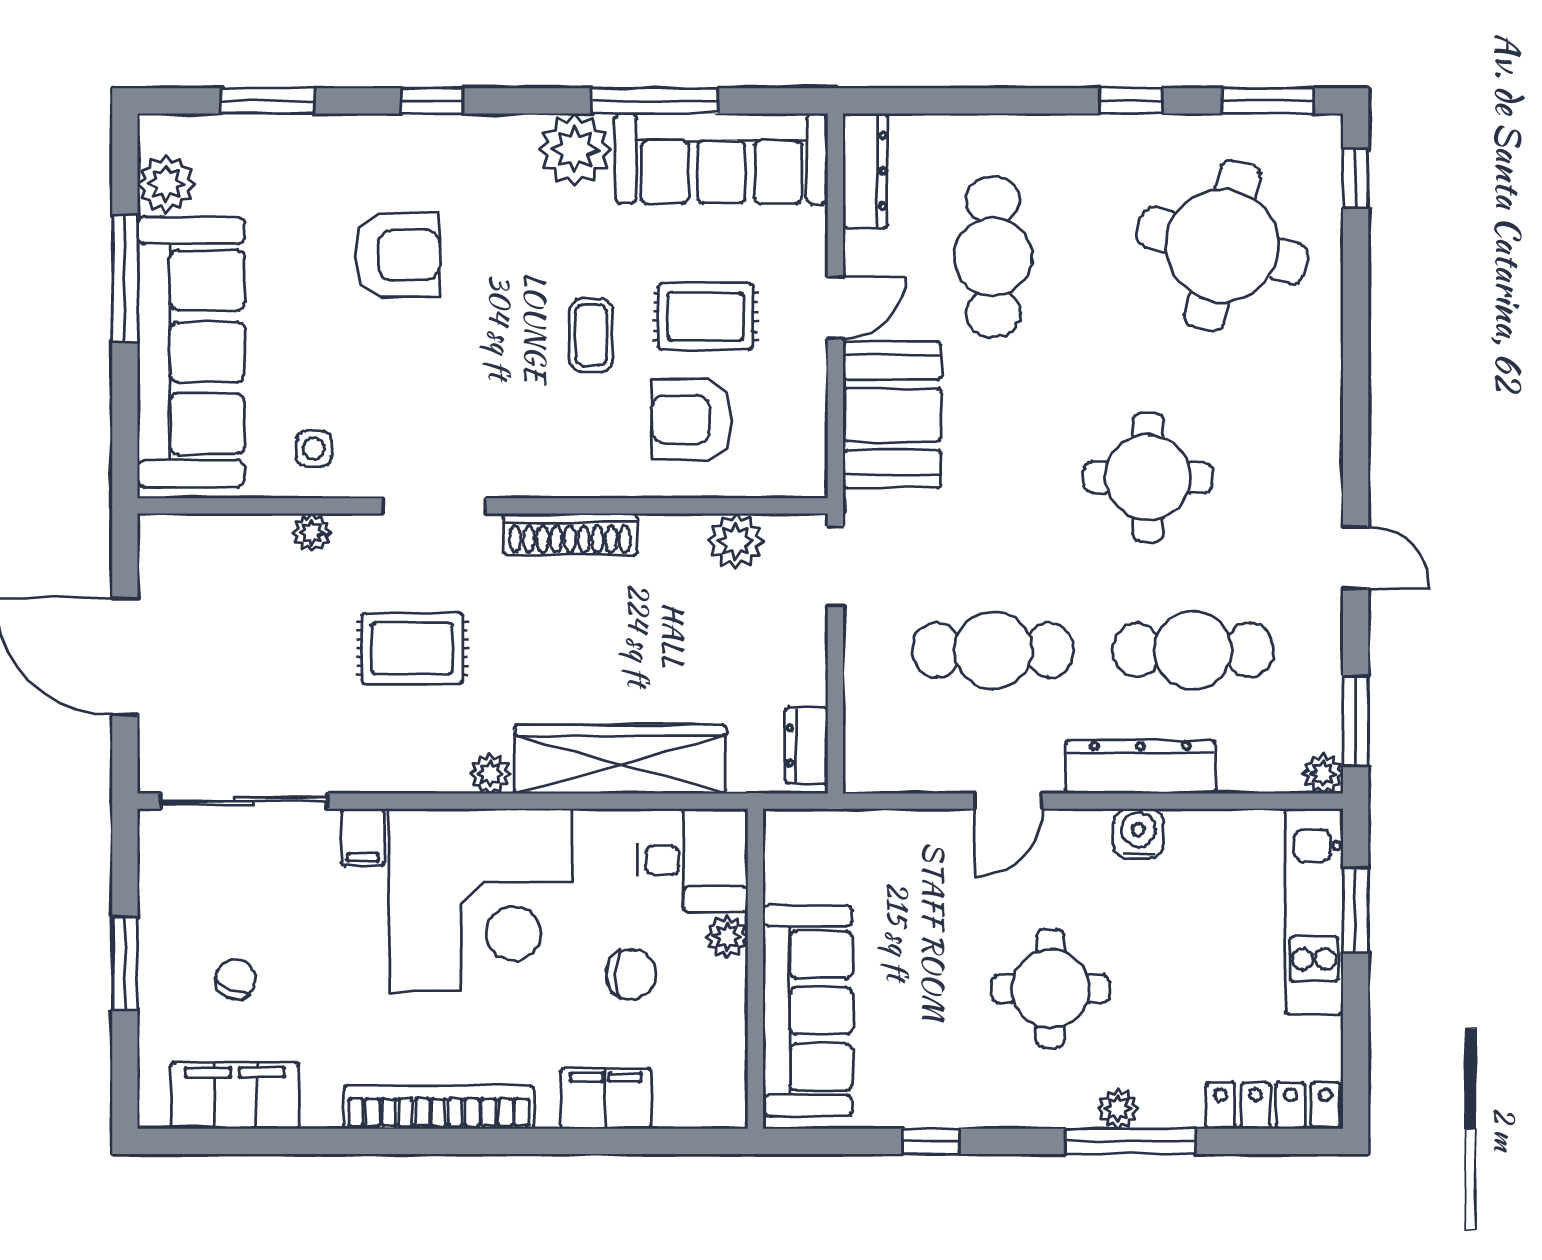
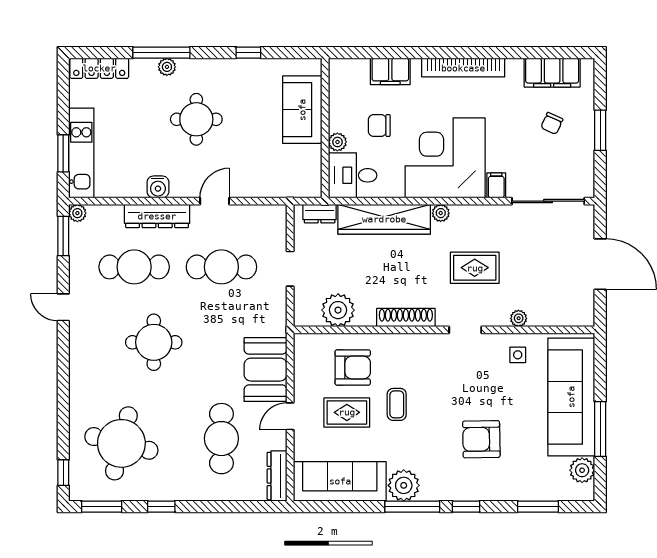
window: (655, 101) -> (412, 507), moved
doorway: (434, 506) -> (465, 330), width x0.73
plant: (736, 541) -> (338, 310), width x1.36, depth x1.36
doorway: (835, 566) -> (290, 269), moved
dresser: (806, 745) -> (320, 214), moved, turned 90
sofa: (808, 1011) -> (302, 110), width x0.73

